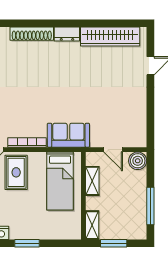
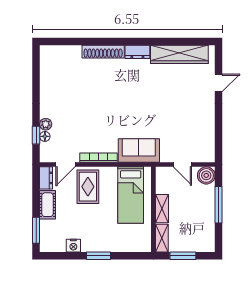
shelving: (92, 181) -> (162, 209), moved
window: (150, 206) -> (219, 205), moved

